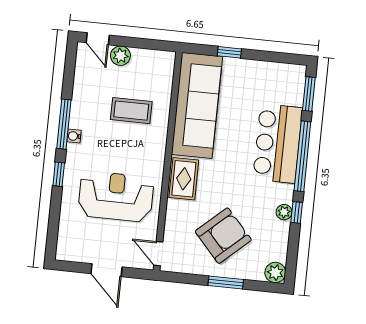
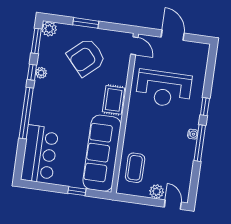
window: (309, 94) -> (36, 41), moved
coffee table: (131, 111) -> (135, 168), moved, turned 90
bar counter: (278, 143) -> (40, 154), moved

